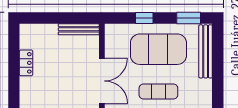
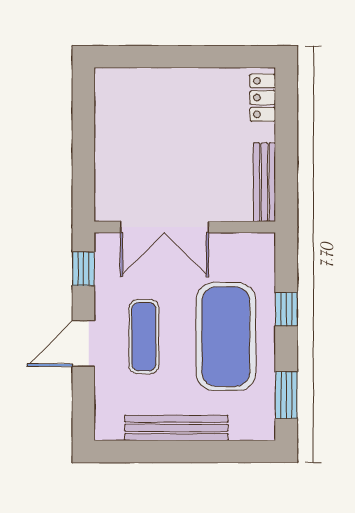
bench: (206, 51) -> (176, 428), moved
locker: (26, 63) -> (263, 98), moved, turned 90

